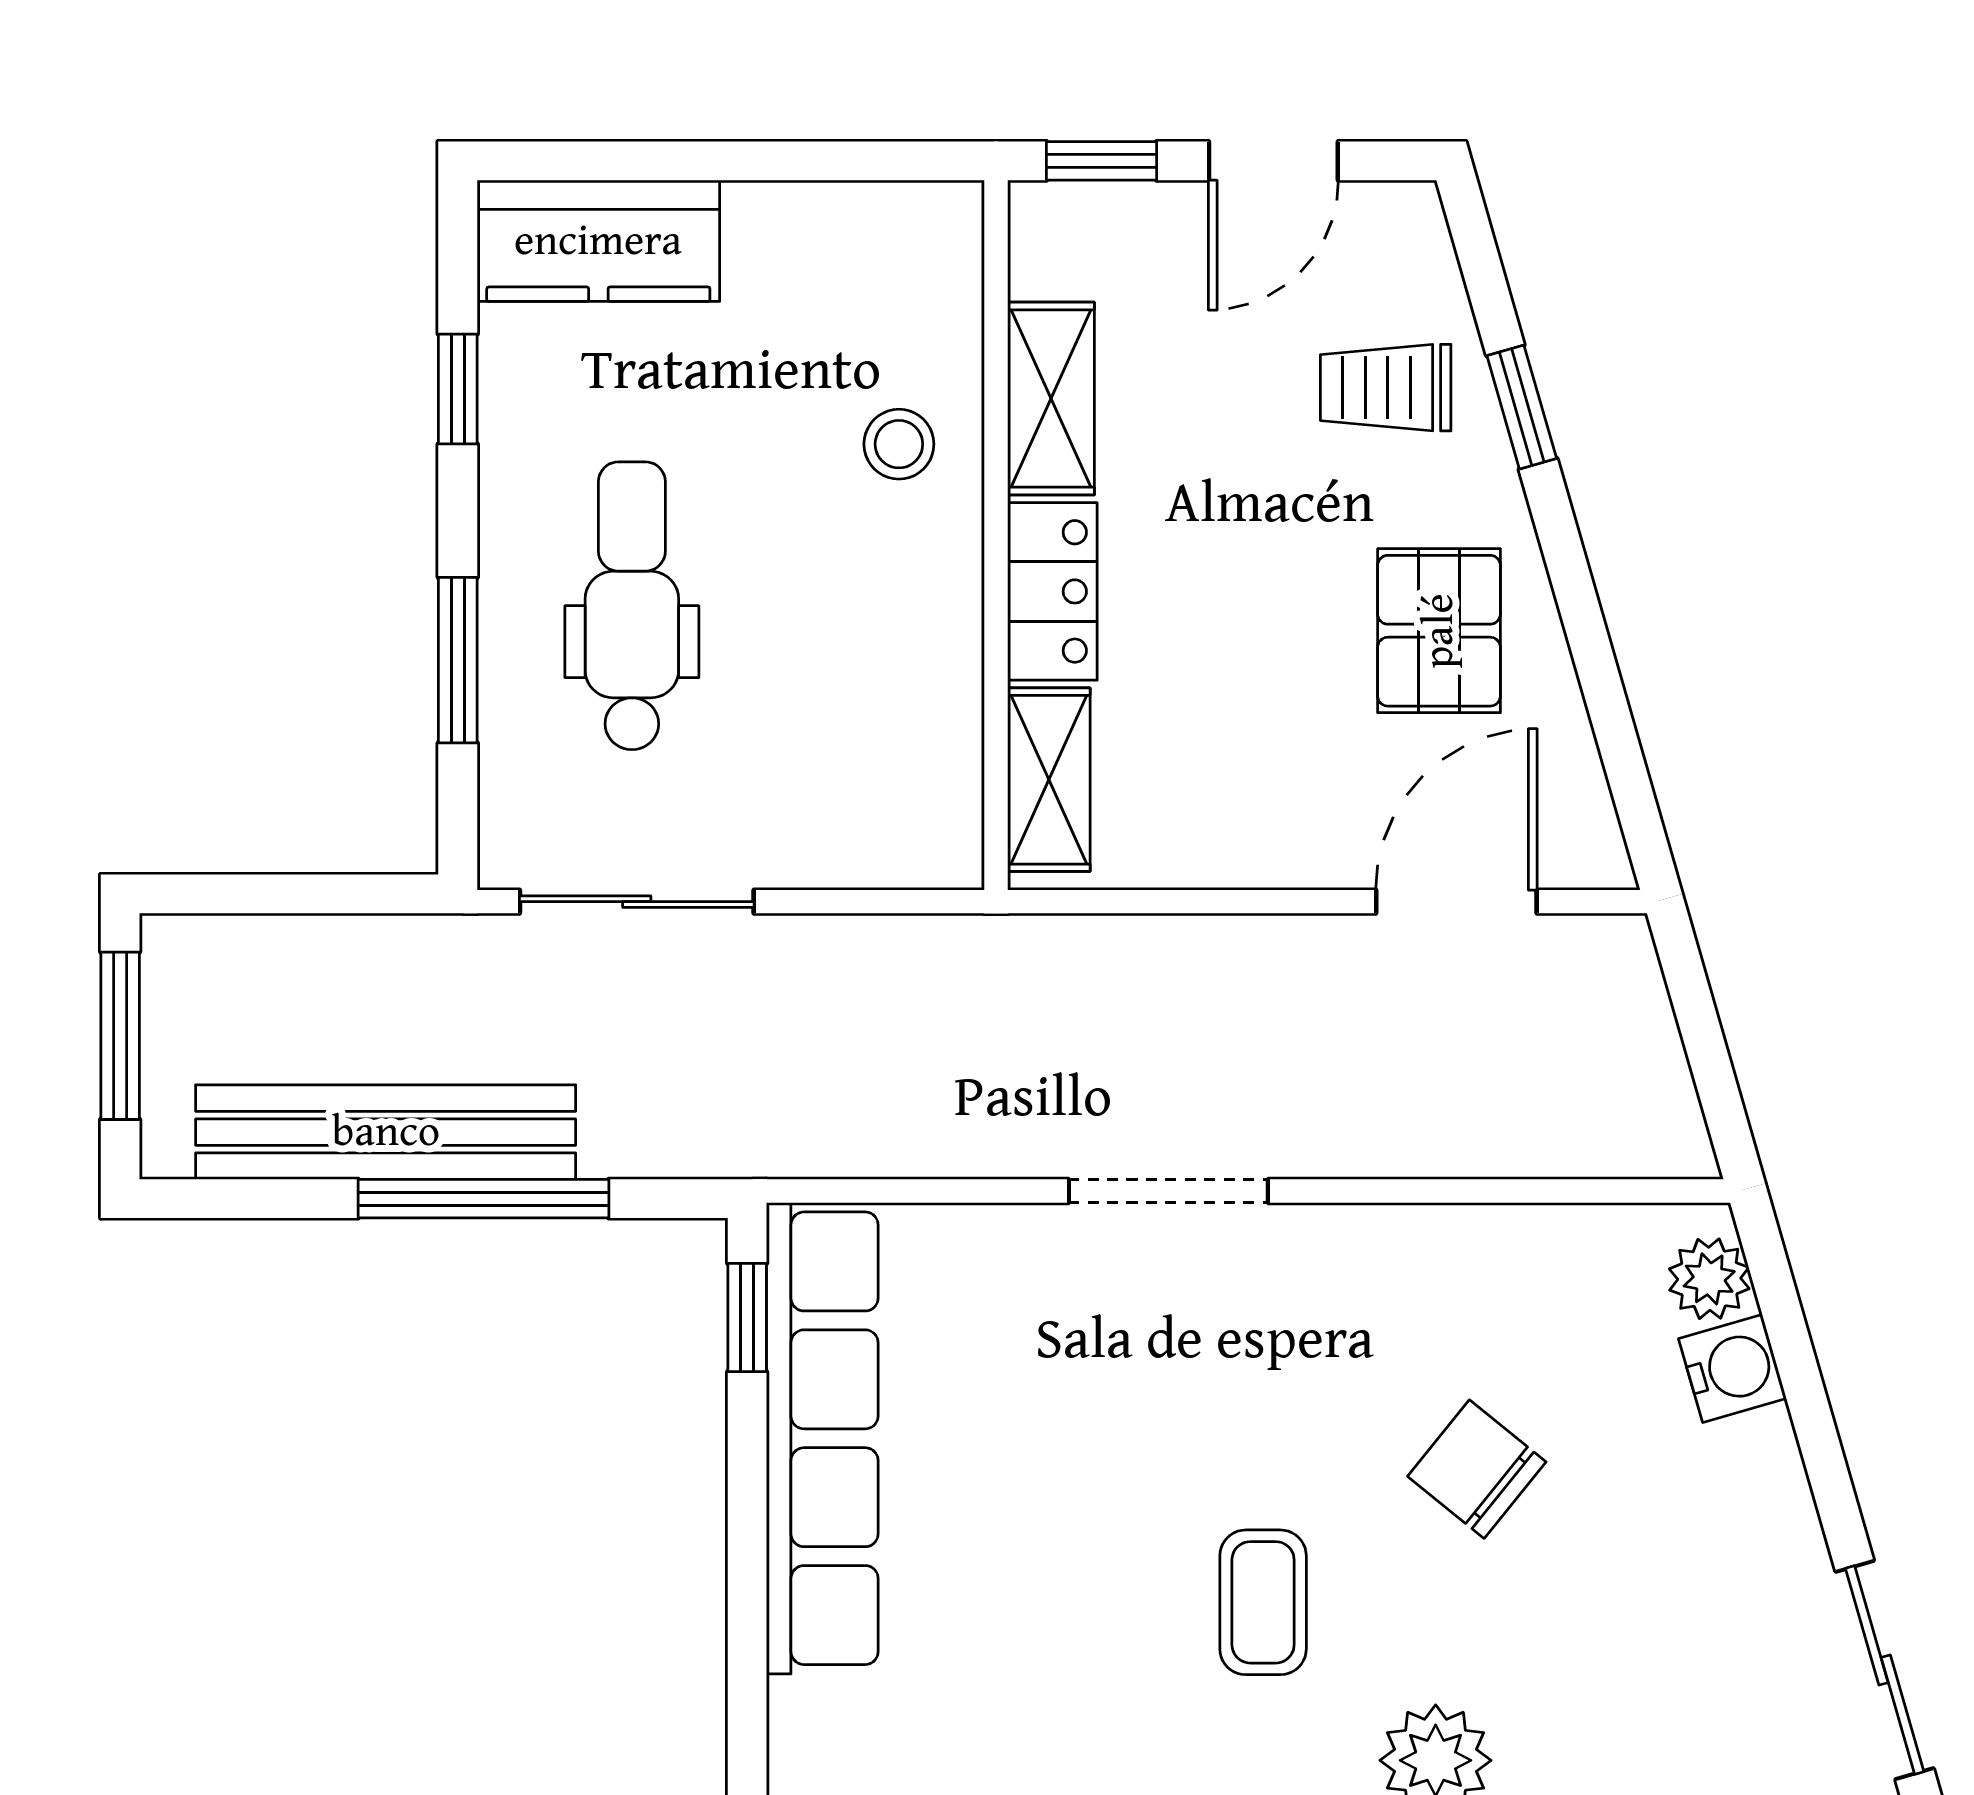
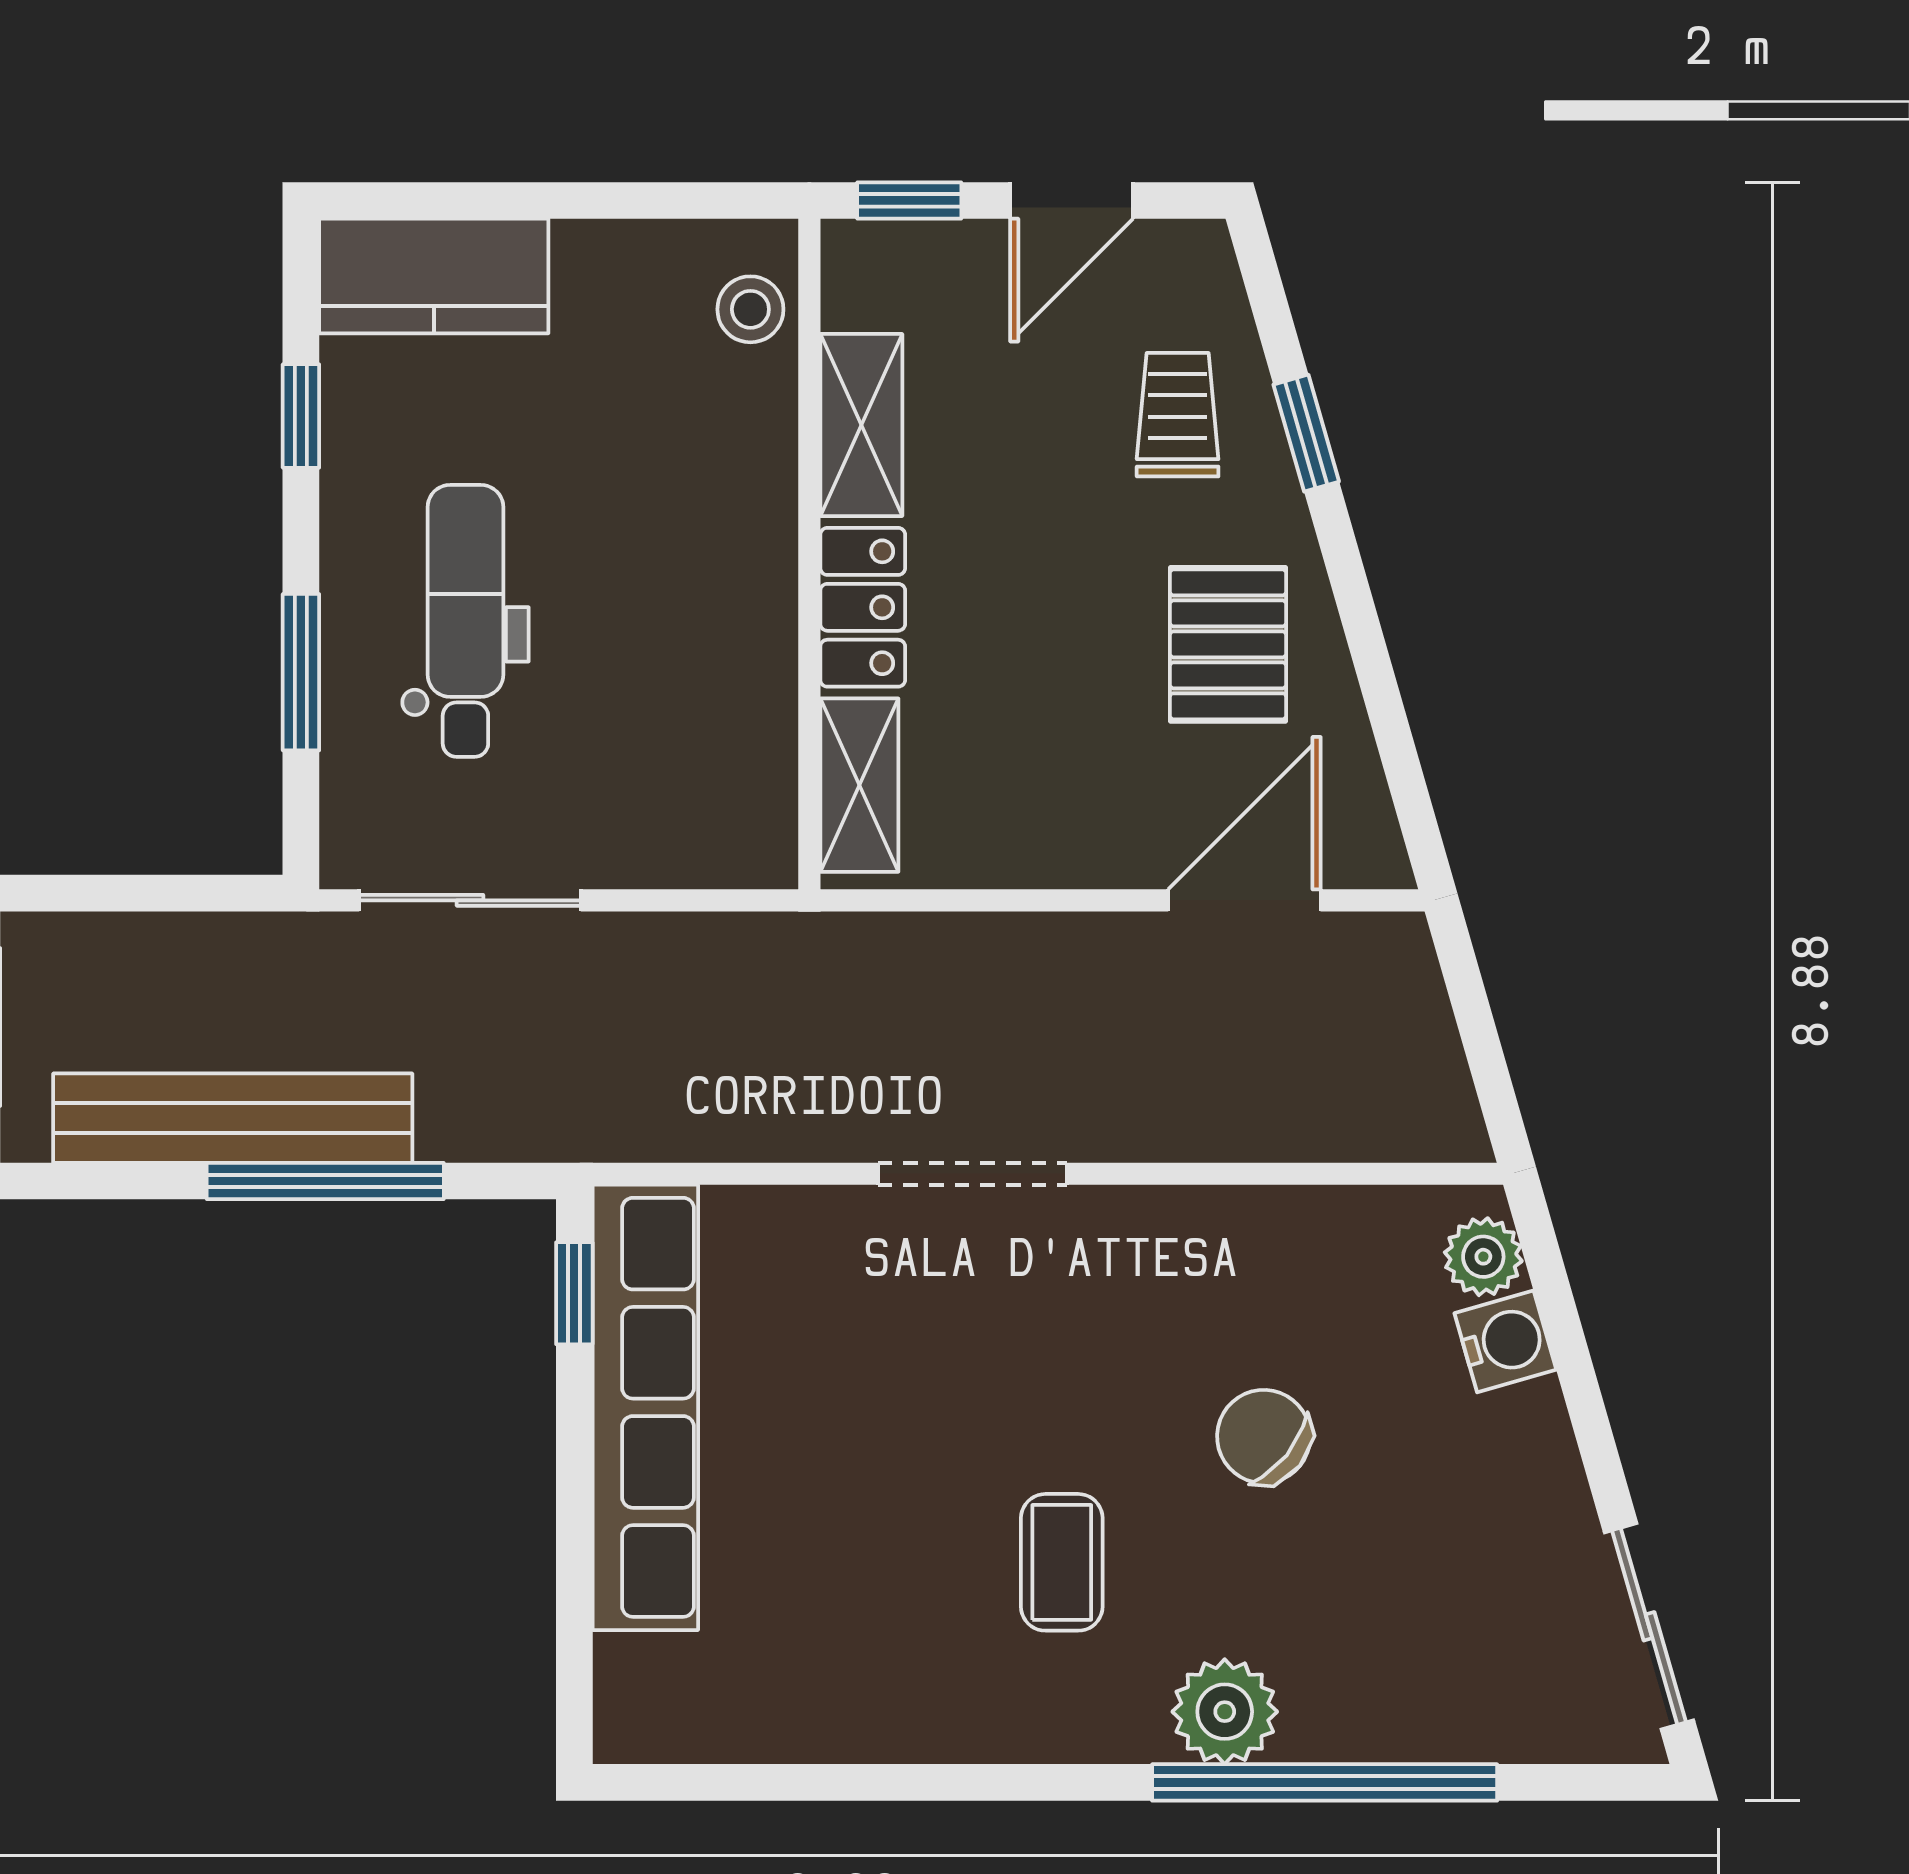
trolley: (1386, 388) -> (1178, 415), turned 90
stool: (899, 444) -> (750, 309), moved

